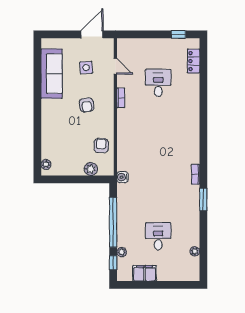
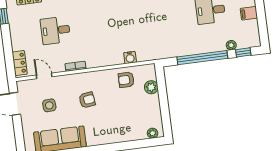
locker: (131, 44) -> (20, 63), added
door: (115, 66) -> (44, 76), hinge flipped
water cooler: (122, 177) -> (130, 58), moved
filing cabinet: (145, 273) -> (249, 13), width x0.50

